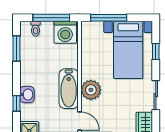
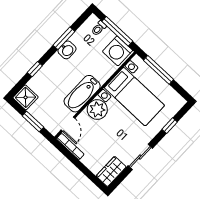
window: (17, 49) -> (64, 38), moved
bed with nightstands: (128, 50) -> (134, 97), moved, turned -90
washbasin: (27, 95) -> (67, 50), moved

